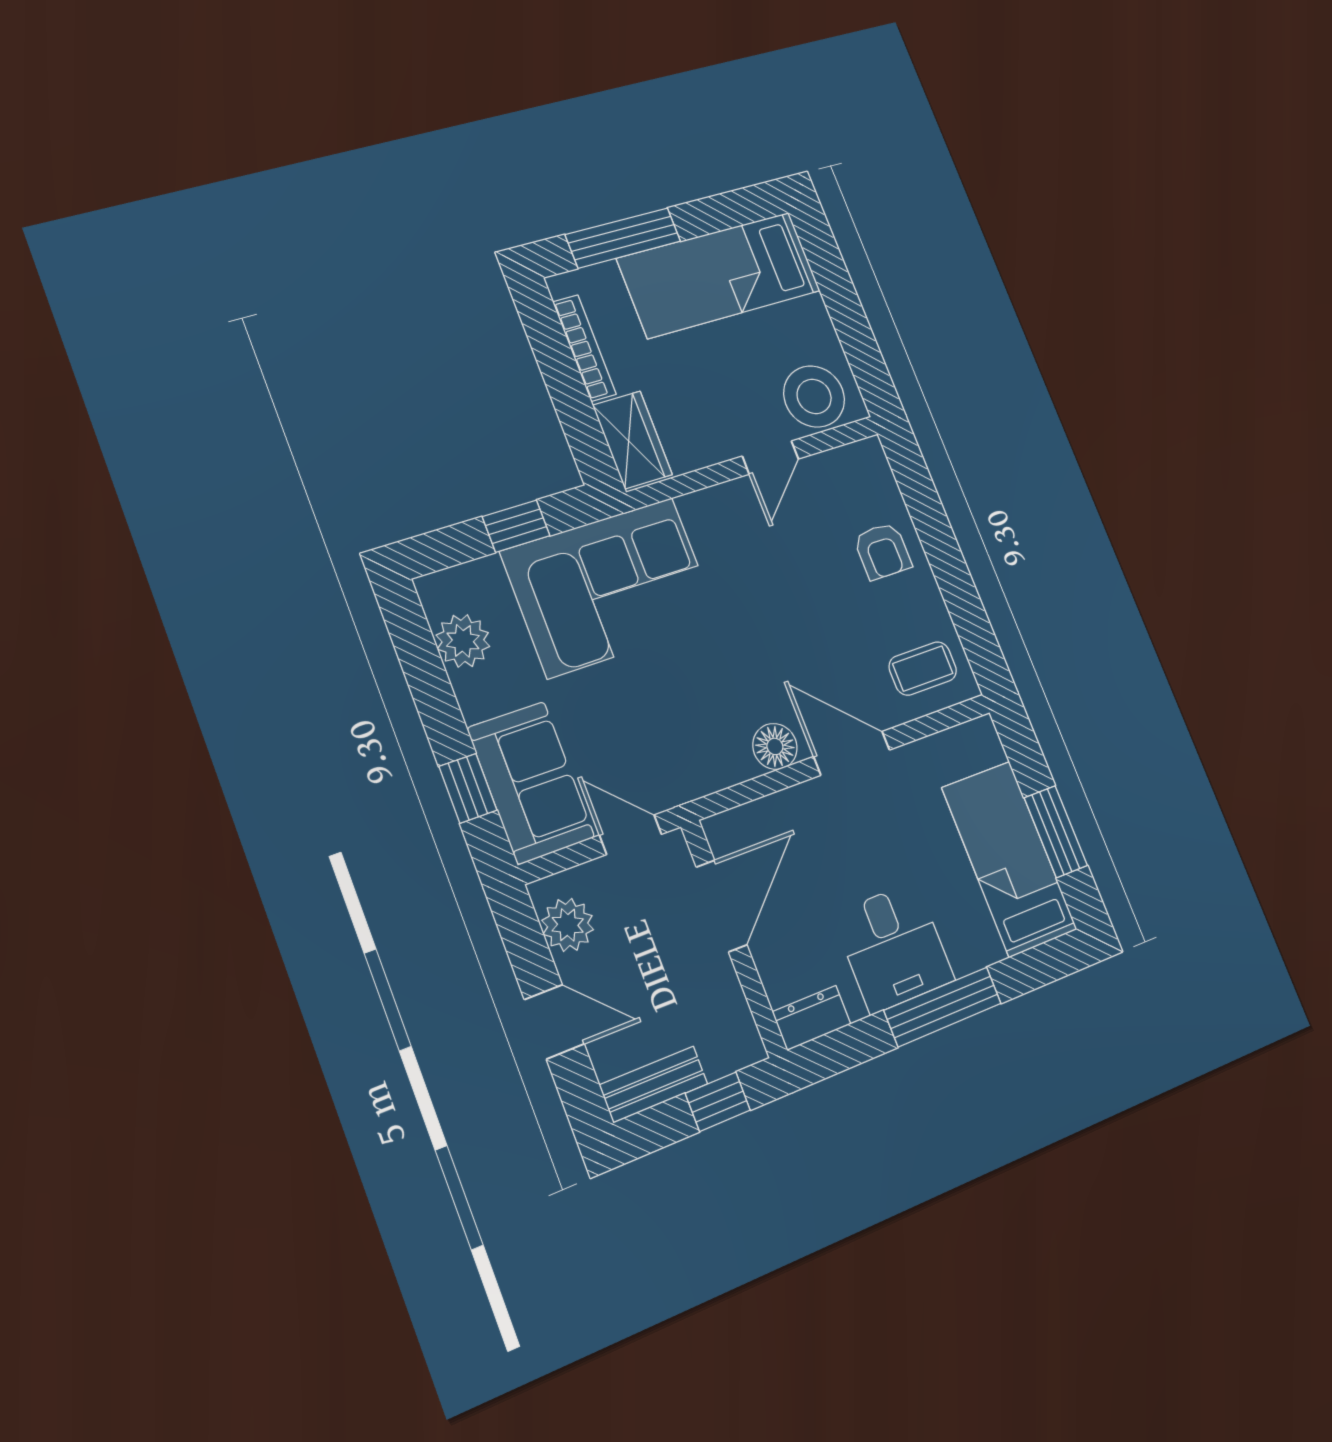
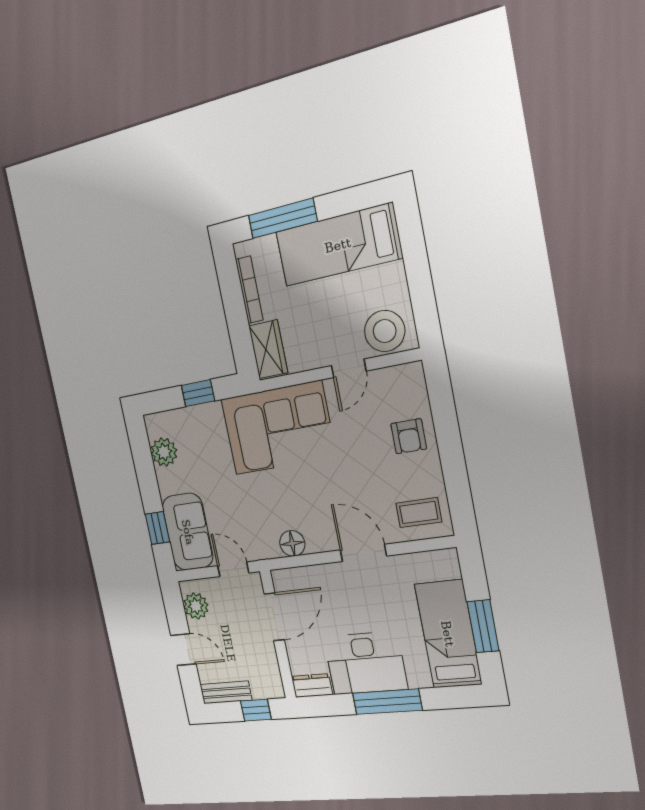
corner sofa: (611, 587) -> (278, 428), moved
floor lamp: (775, 746) -> (292, 543), moved
desk: (894, 947) -> (365, 663), width x1.37

